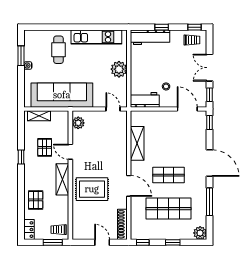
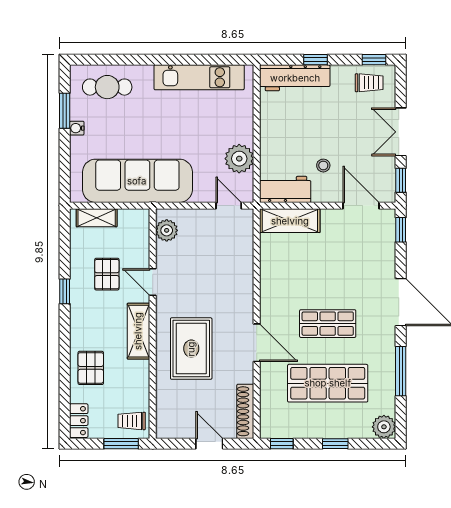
cafe table: (58, 50) -> (107, 87), moved, turned 90
plant: (119, 69) -> (239, 159), moved
shelving: (137, 143) -> (290, 221), moved, turned 90
rug: (92, 189) -> (191, 349), turned 90

